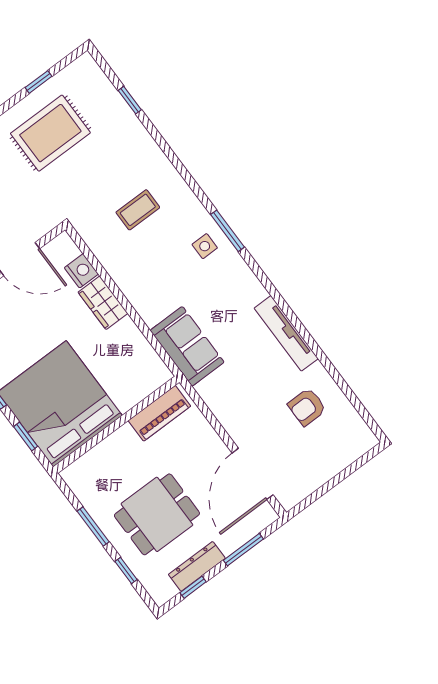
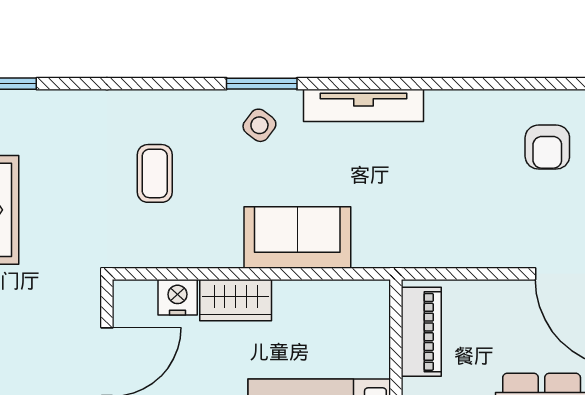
side table: (205, 246) -> (259, 125), turned 37
tv unit: (286, 333) -> (363, 105), moved
sofa: (187, 346) -> (297, 238), moved

